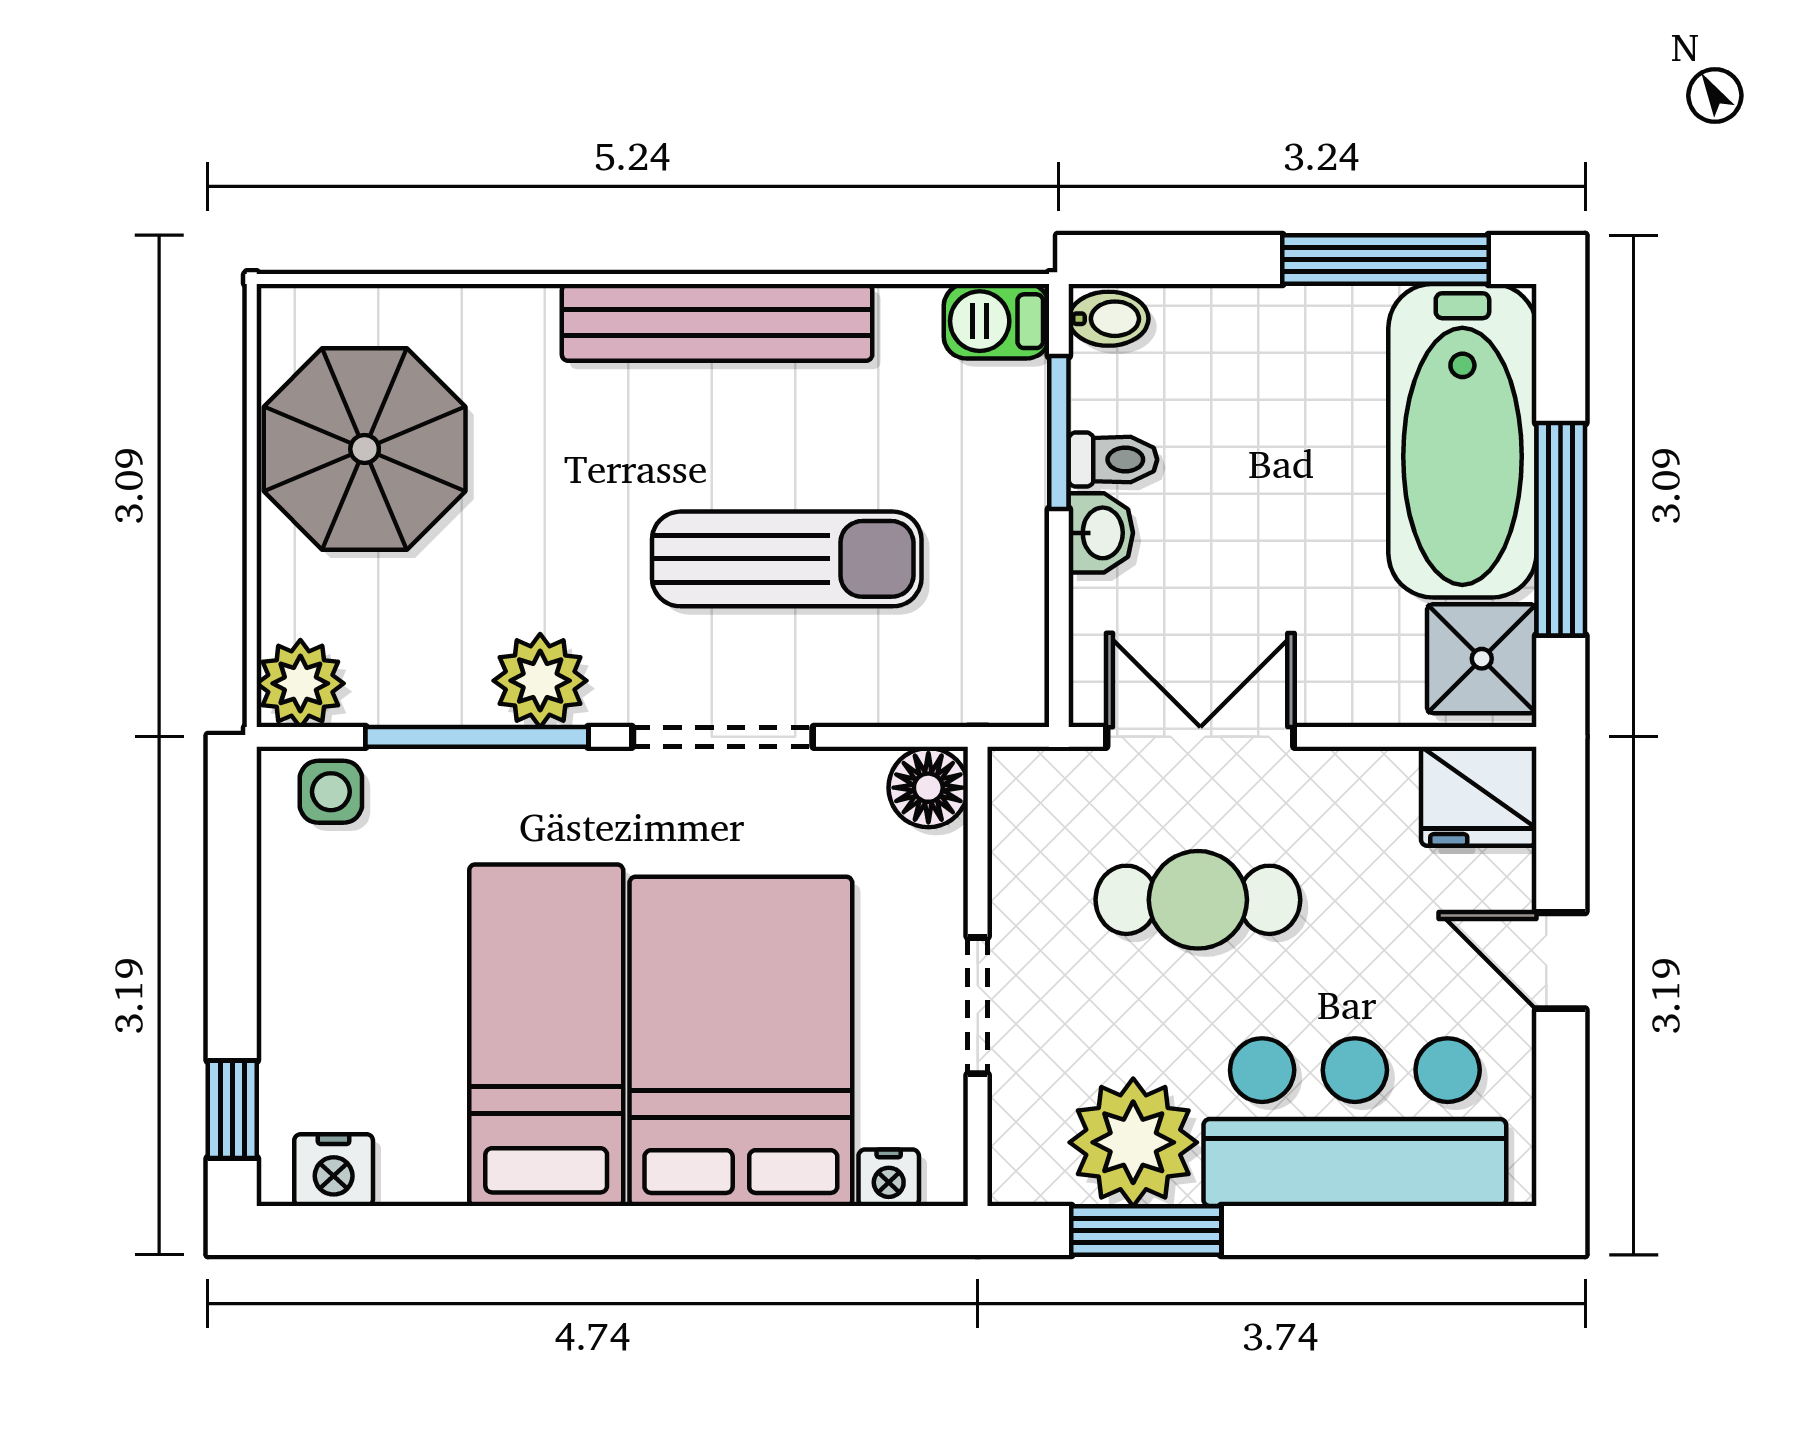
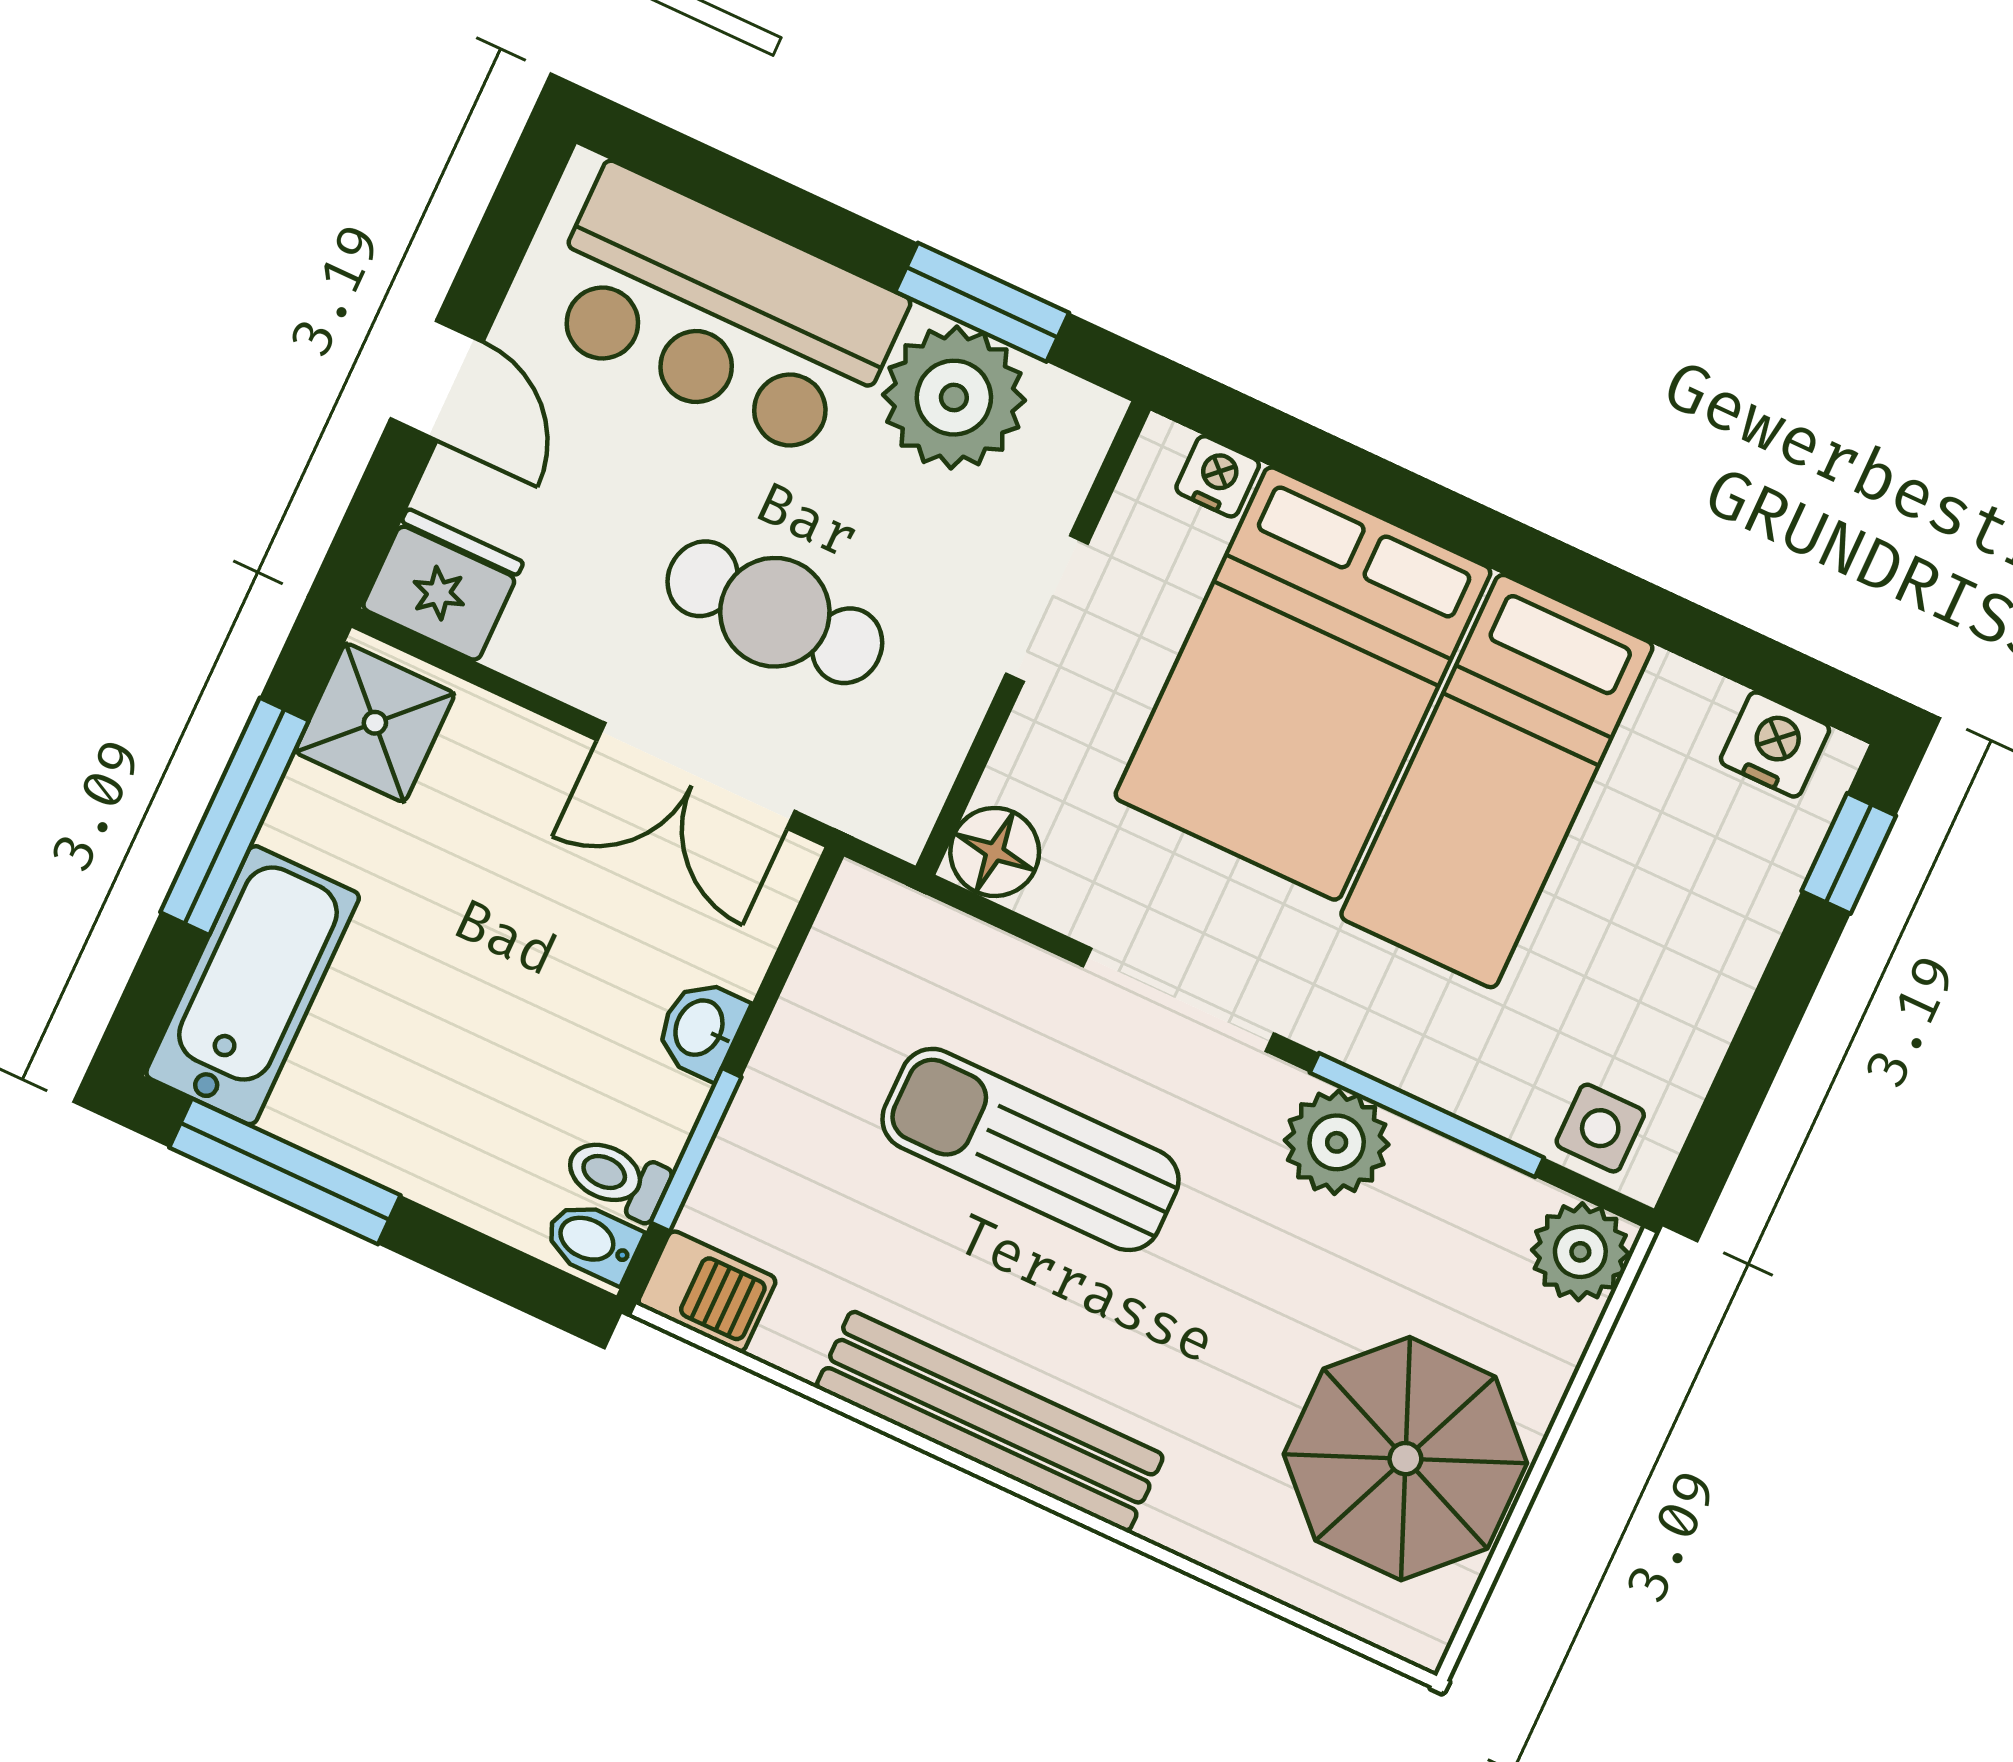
bathtub: (1462, 441) -> (253, 985), width x0.73, depth x0.73
toilet: (1113, 460) -> (617, 1178), moved

